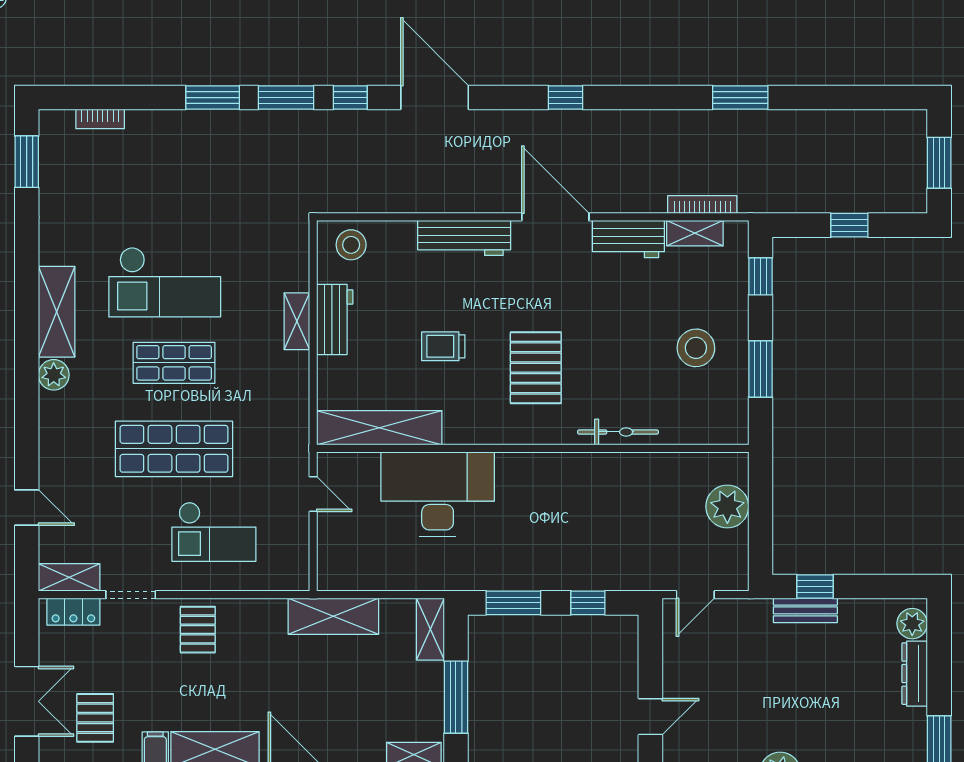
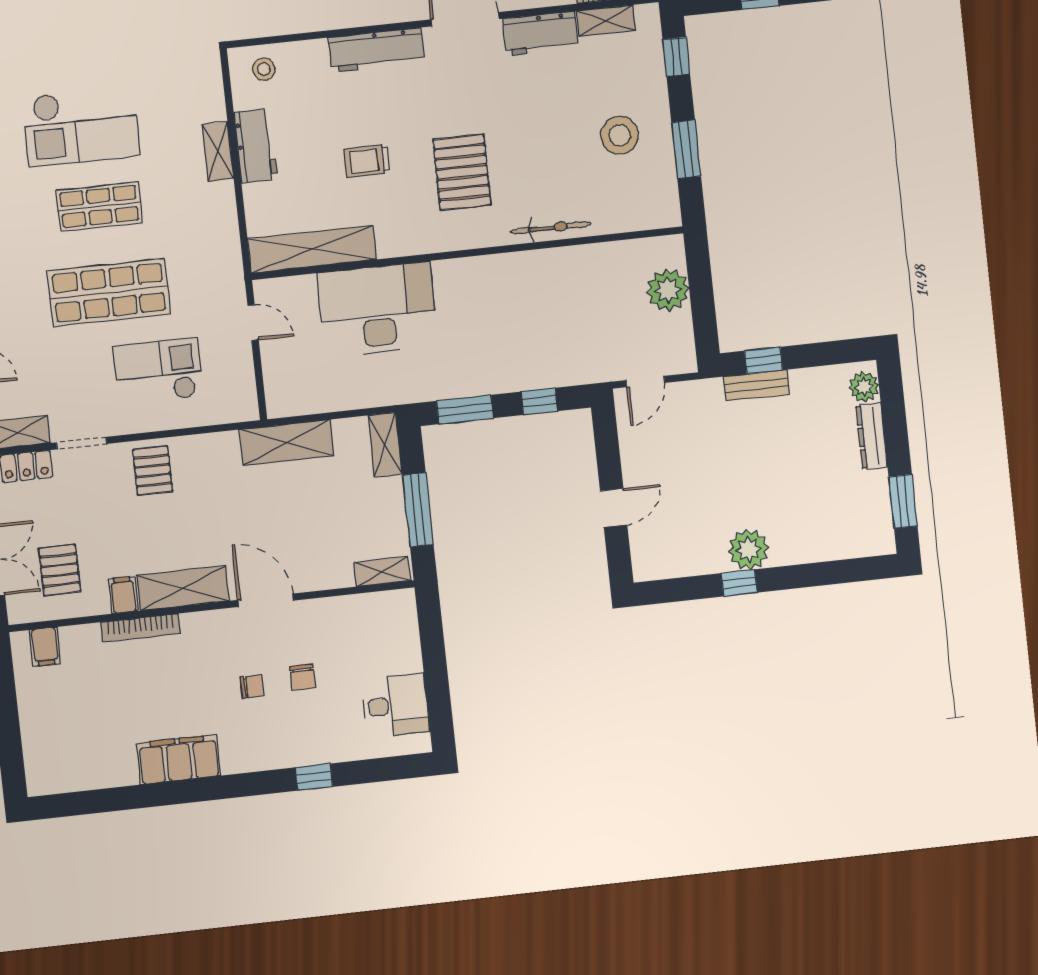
stool: (351, 245) -> (264, 69), width x0.73, depth x0.73
checkout: (214, 532) -> (158, 371), turned 180

